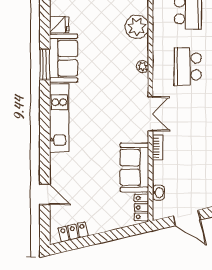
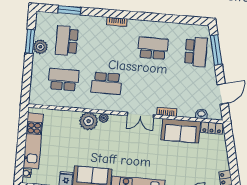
plant: (137, 27) -> (89, 121), moved
double door: (151, 114) -> (140, 115), swing flipped

